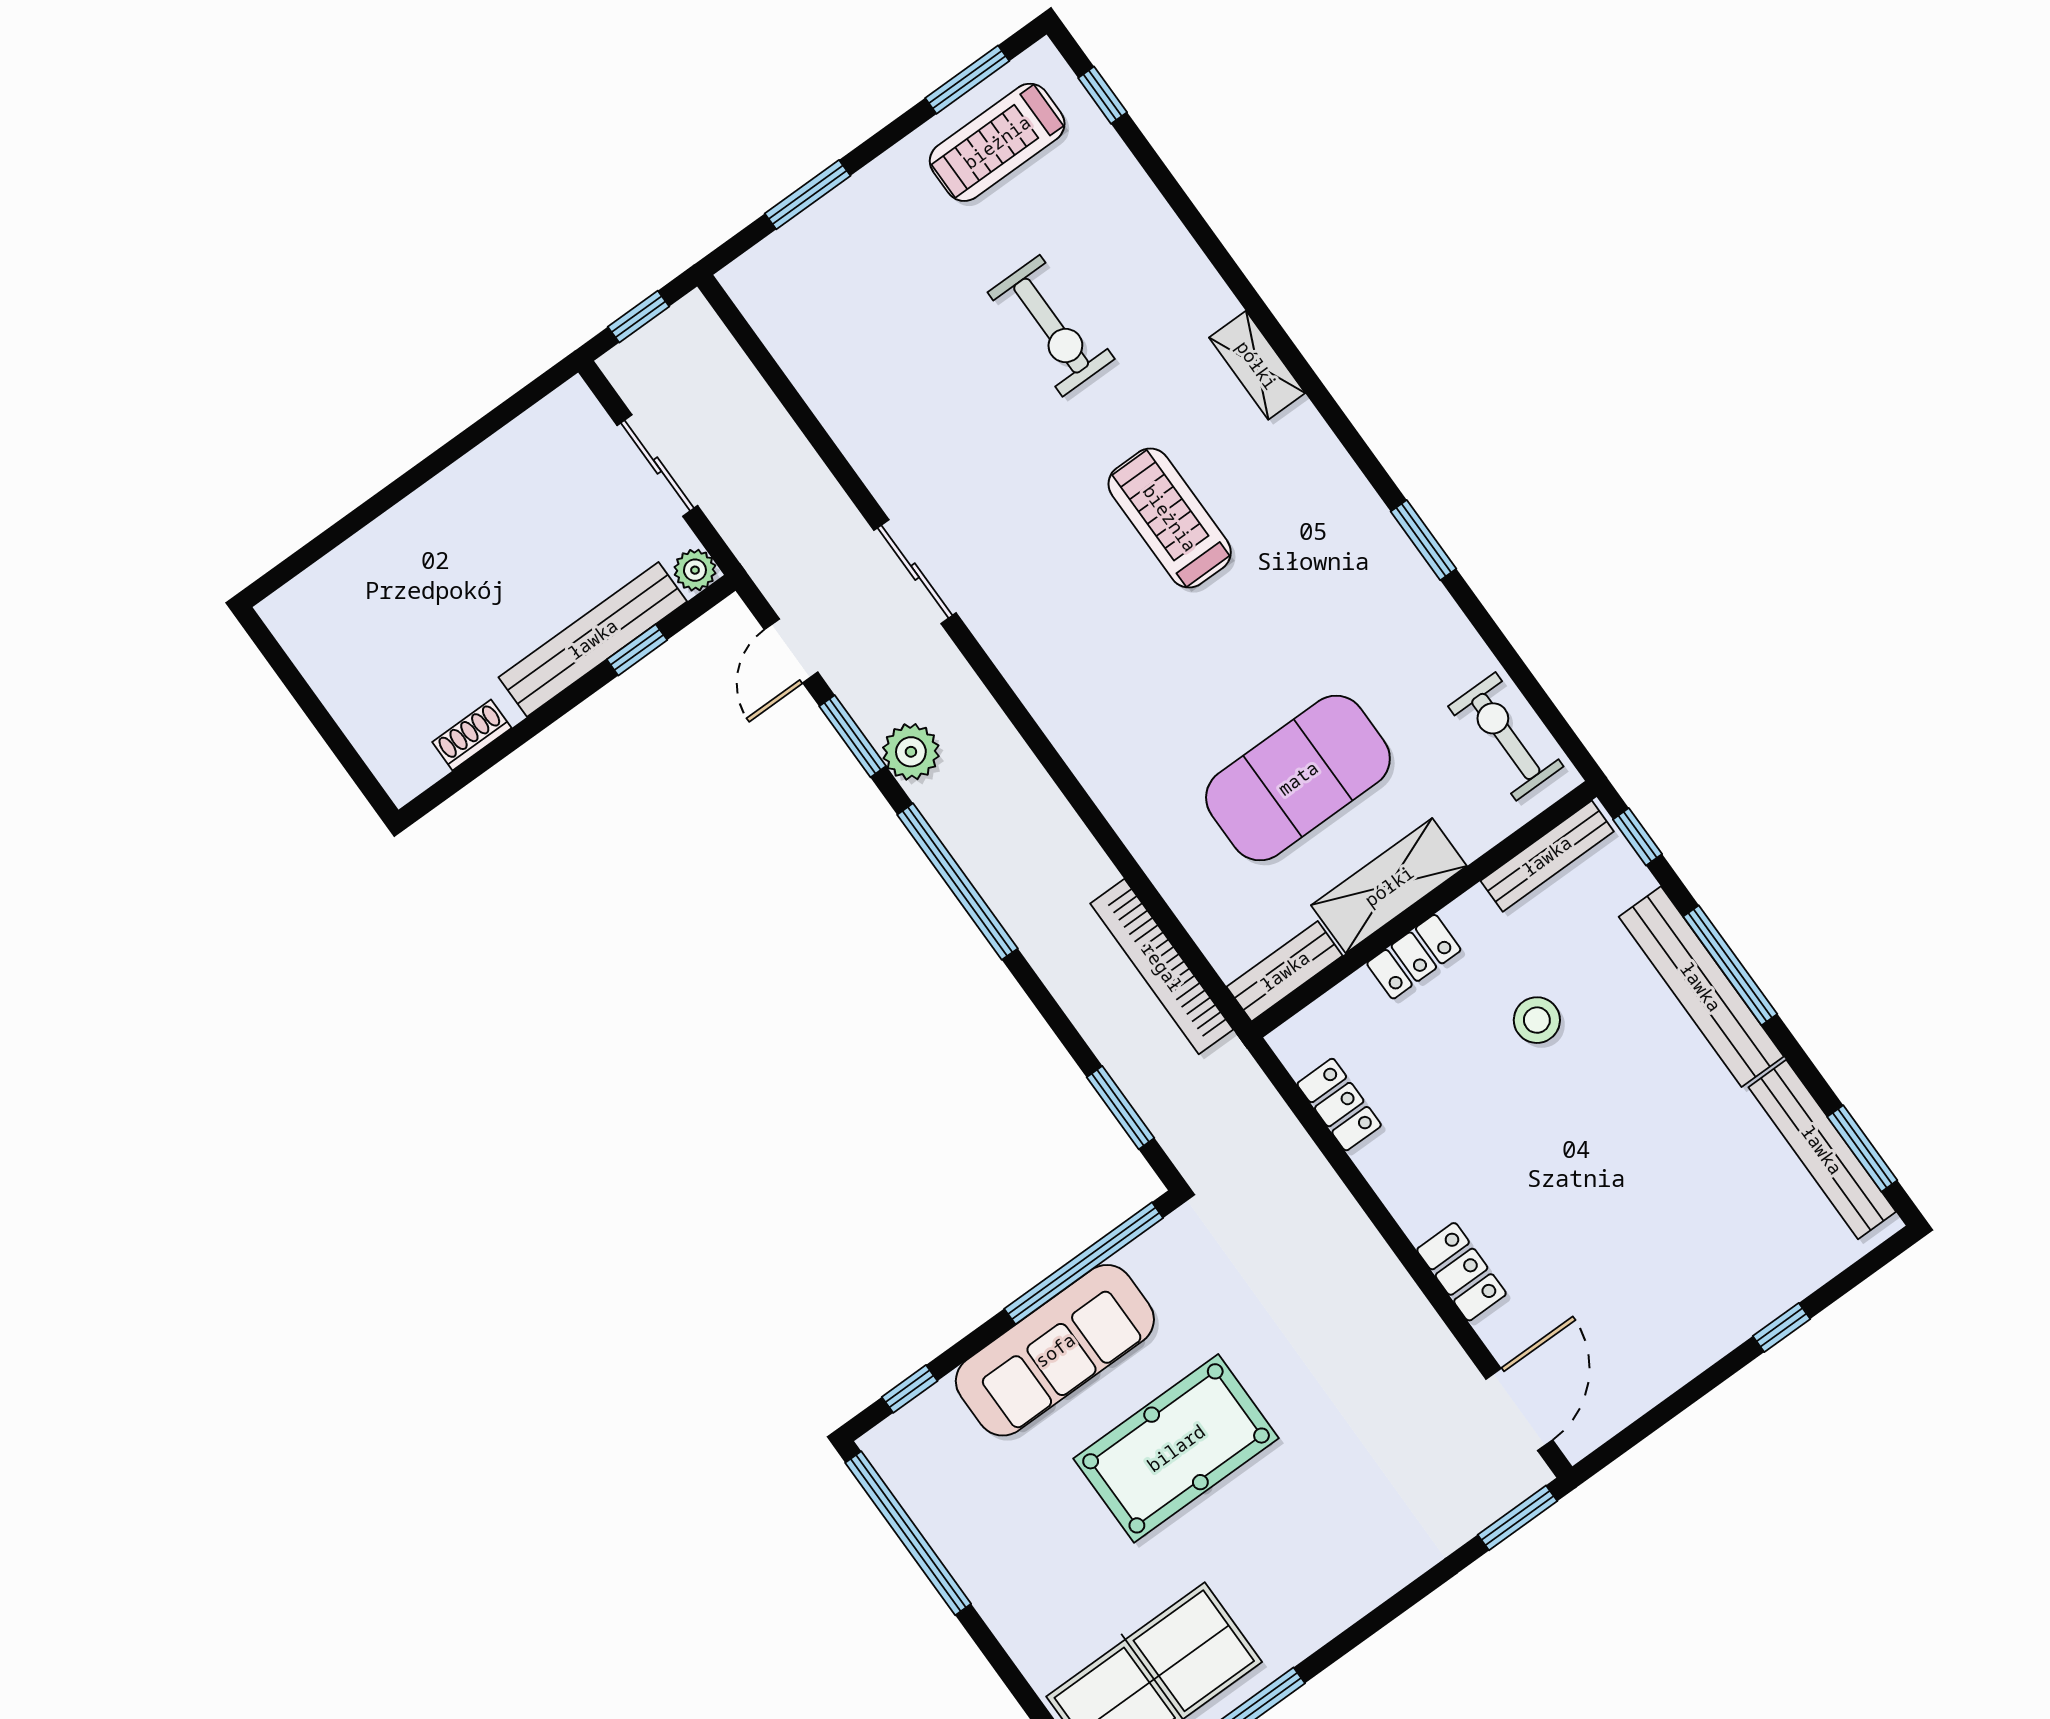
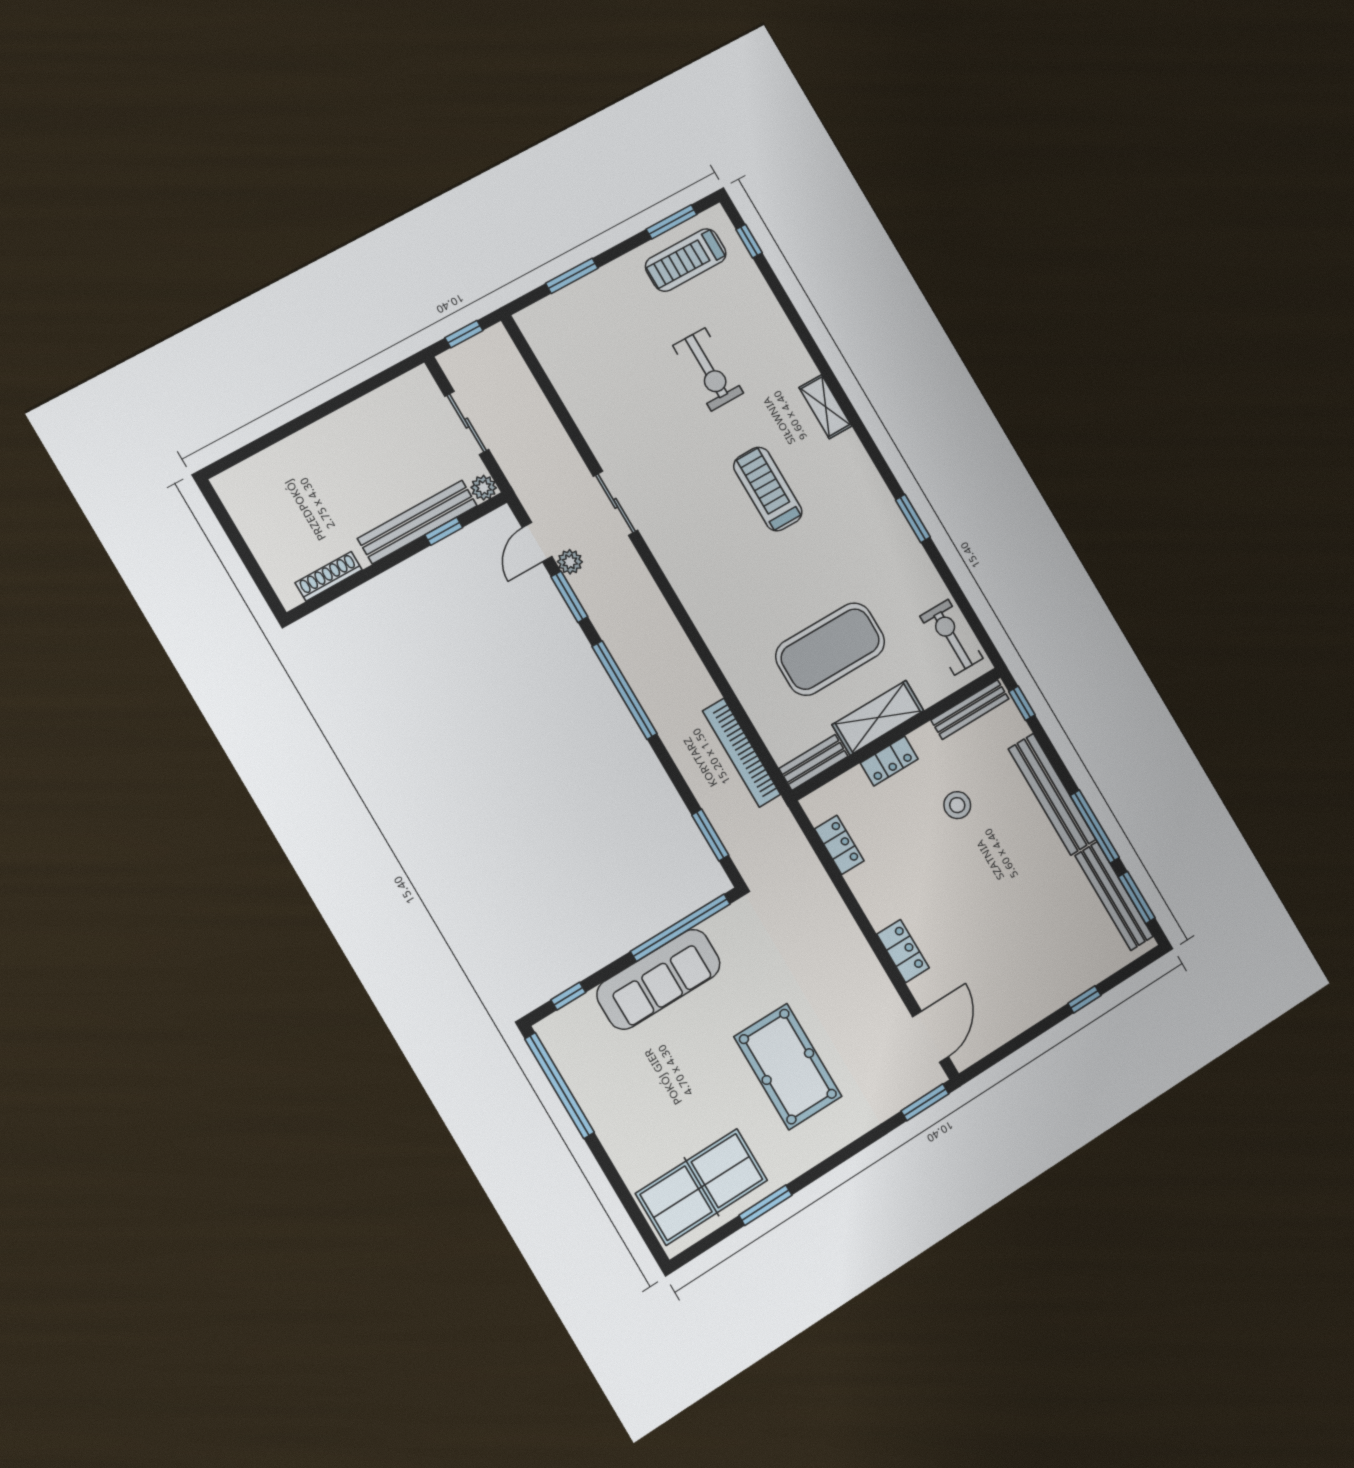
shoe rack: (472, 735) -> (329, 576), width x1.43
plant: (911, 752) -> (570, 562), moved, width x0.73, depth x0.73
window: (1730, 965) -> (1095, 827), moved
pool table: (1176, 1448) -> (788, 1067), moved, turned 90

